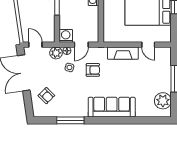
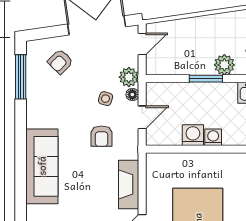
washing machine: (66, 36) -> (193, 135), moved, turned -90
door: (81, 45) -> (142, 117), swing flipped
window: (70, 120) -> (21, 77), moved

